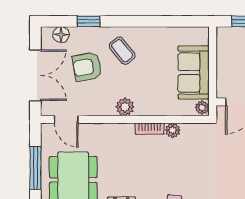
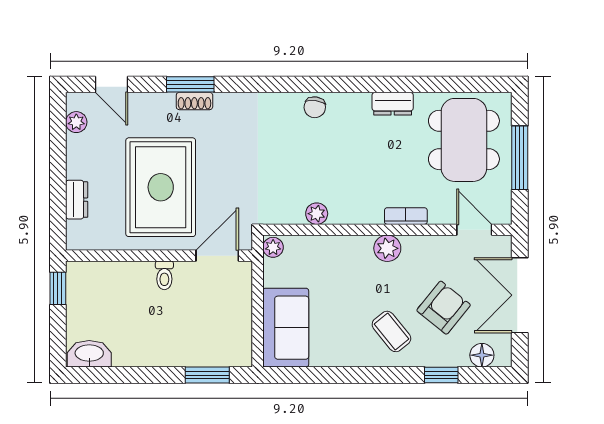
armchair: (87, 67) -> (444, 308), turned -40
sofa: (194, 73) -> (286, 328), moved
bookcase: (150, 129) -> (406, 216), moved

